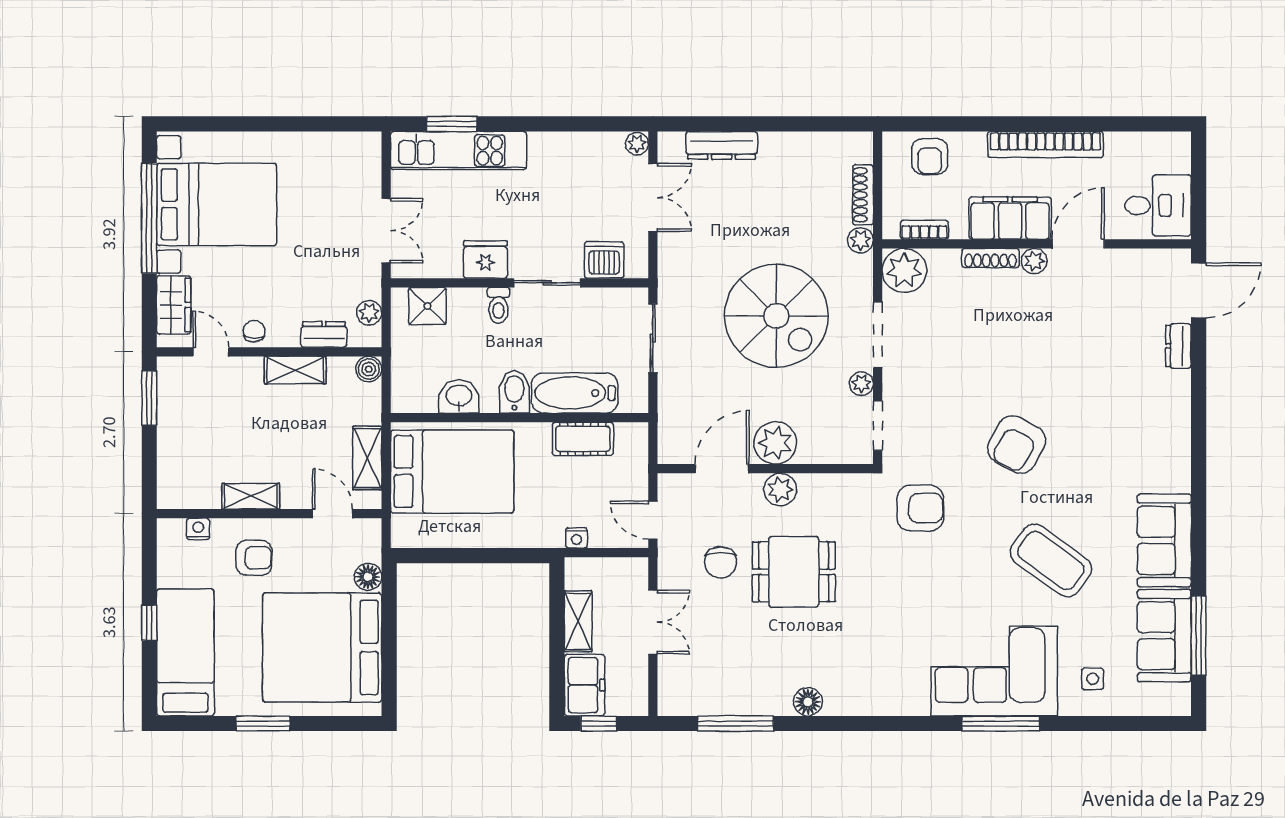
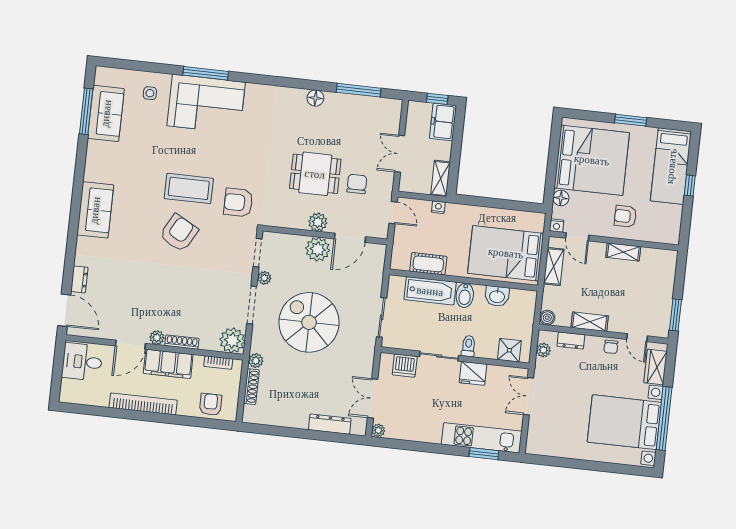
door: (1199, 290) -> (64, 310), swing flipped
nightstand: (198, 529) -> (557, 225), moved
sofa: (1164, 540) -> (95, 210), moved
coffee table: (1051, 561) -> (189, 188), moved, turned -36
shelving: (578, 621) -> (440, 178), moved

